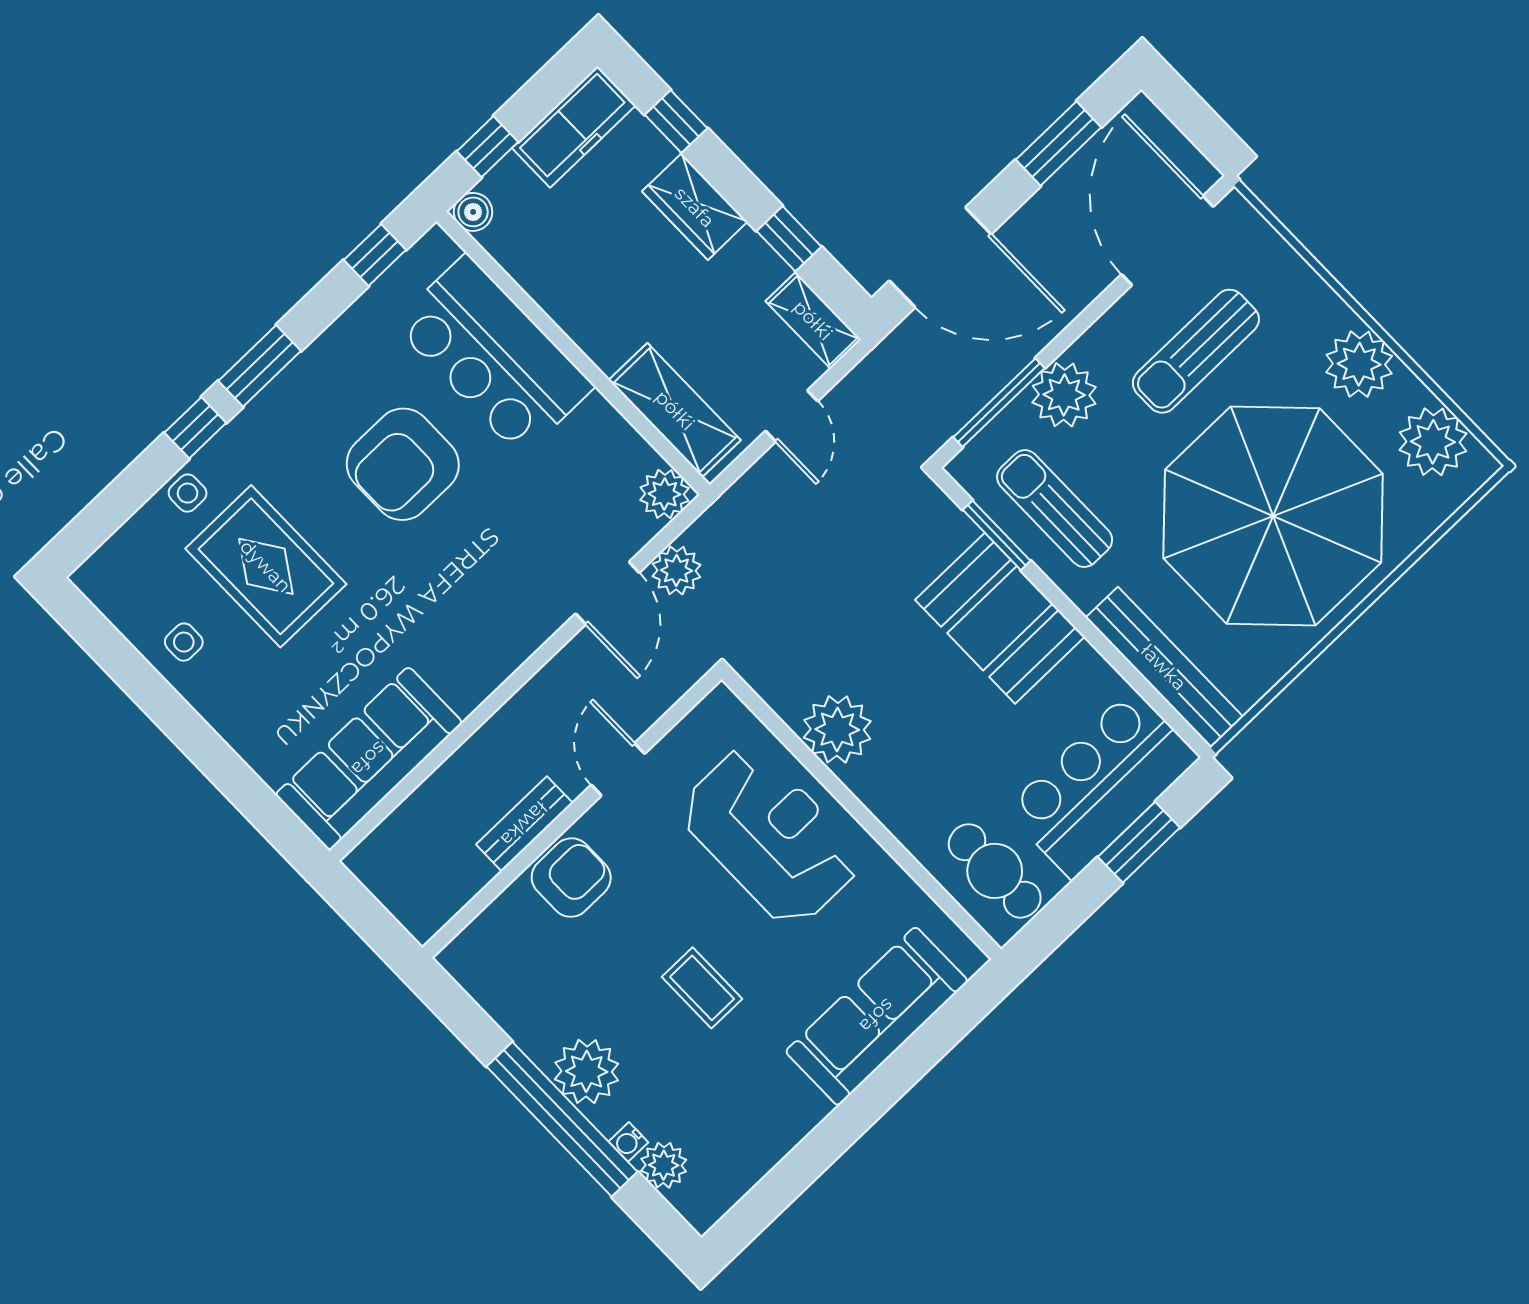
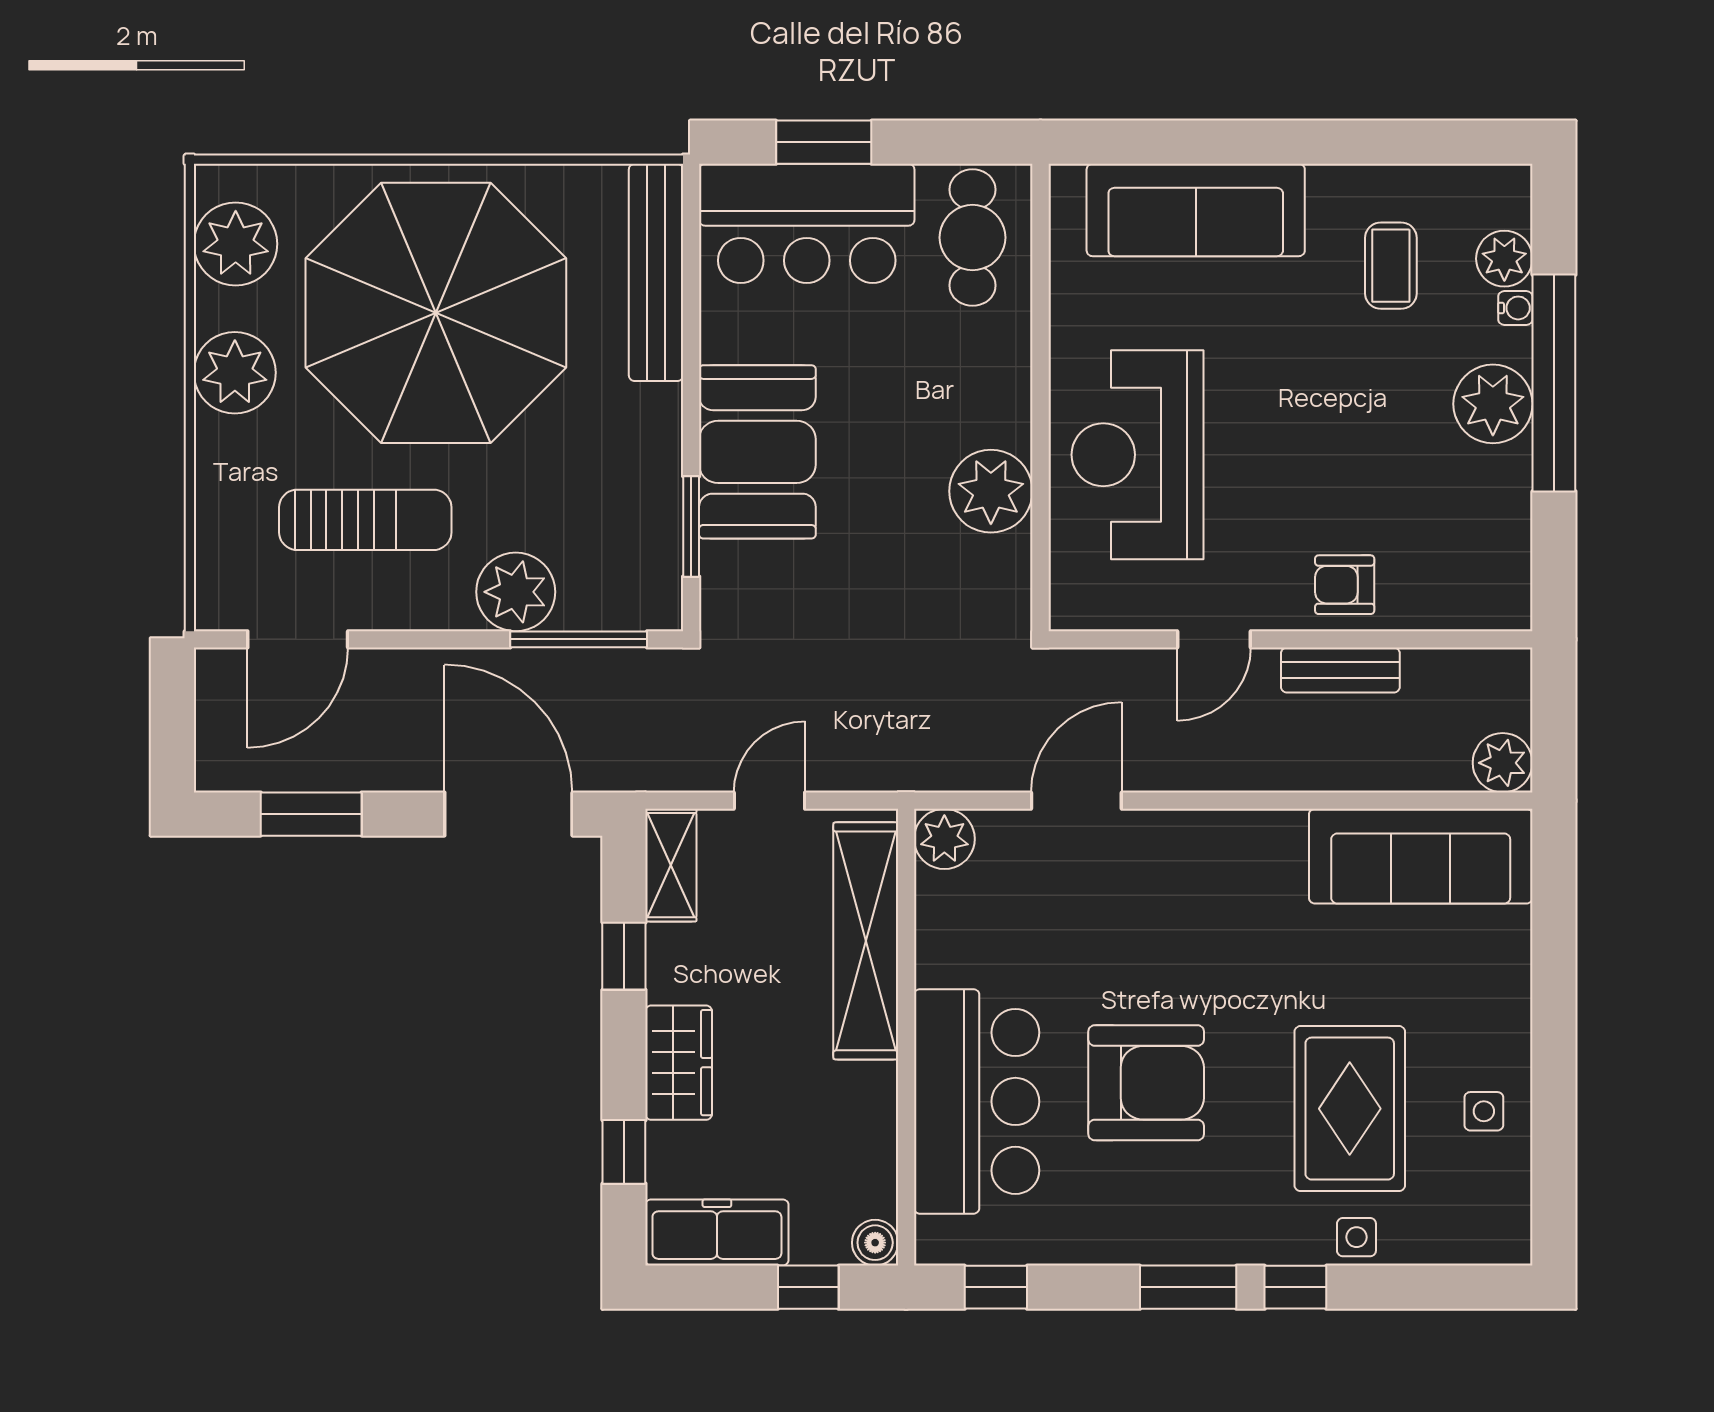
door: (1167, 241) -> (298, 639), width x0.73
shelving: (675, 410) -> (866, 941), width x1.47
sun lounger: (1055, 509) -> (619, 501), removed
plant: (676, 570) -> (1503, 763), moved
armchair: (571, 878) -> (1345, 585), width x0.72, depth x0.72
coffee table: (702, 988) -> (1391, 266), moved

